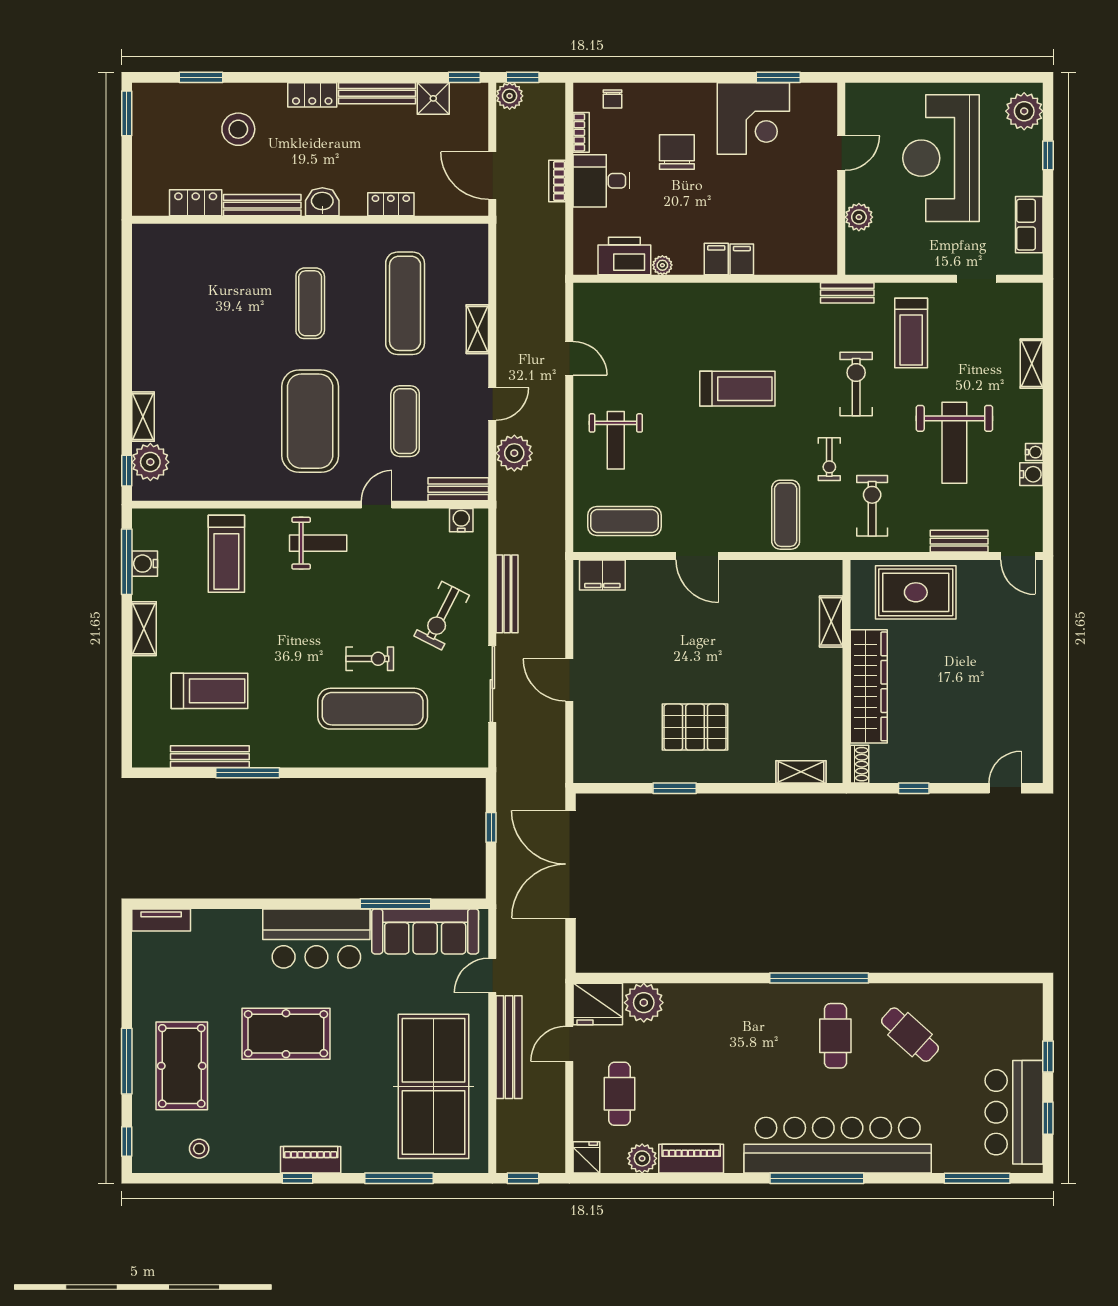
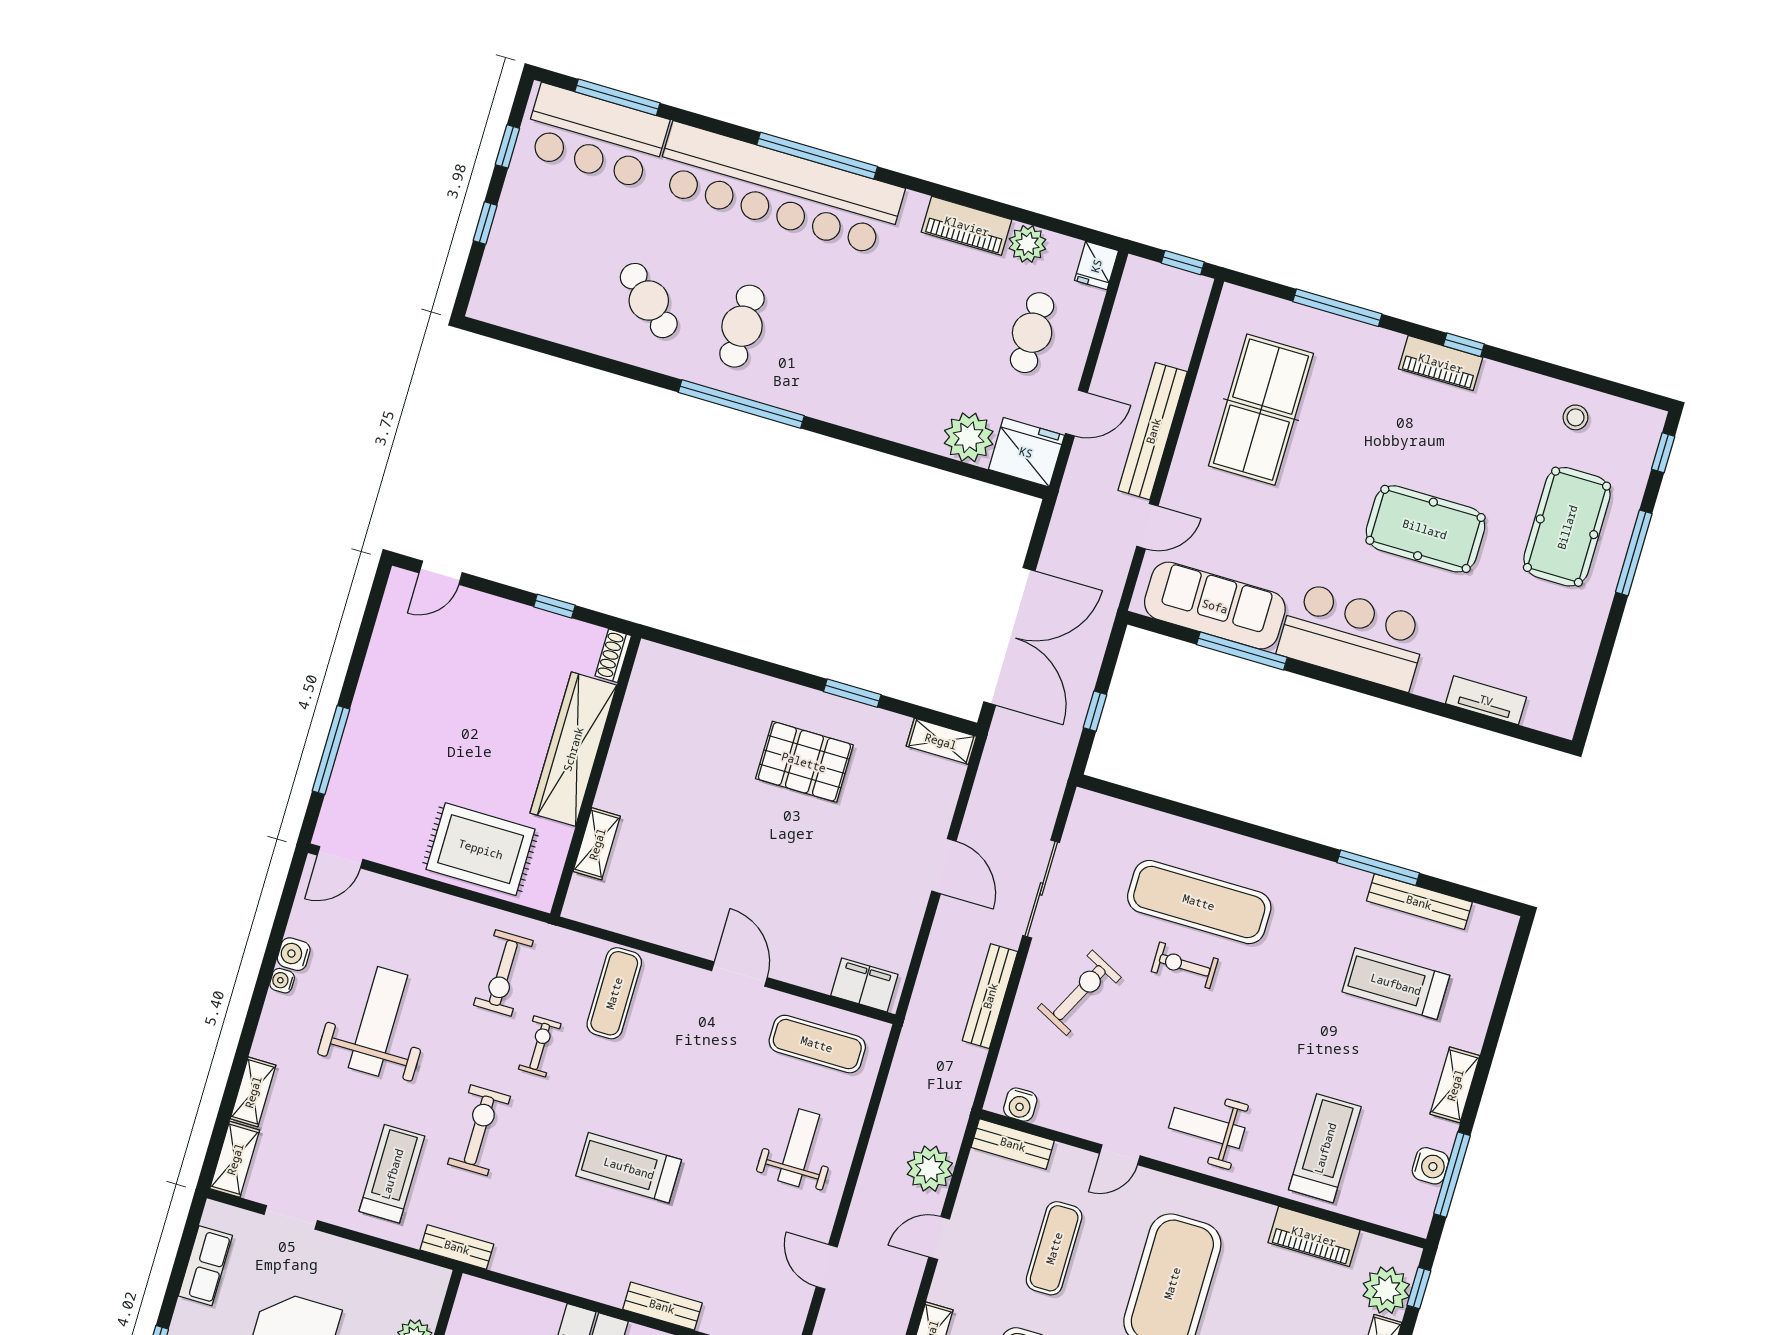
shelving: (1031, 310) -> (235, 1159), added
exercise bike: (856, 384) -> (479, 1130), turned 180
piano: (215, 486) -> (1314, 1236), added
bench: (959, 541) -> (662, 1306), moved
door: (1018, 556) -> (340, 857), swing flipped
window: (1048, 633) -> (331, 750), added
shelving: (801, 772) -> (941, 741), moved
tv unit: (161, 920) -> (1486, 700), moved
table tennis table: (434, 1086) -> (1261, 410), width x0.73, depth x0.76
bar counter: (1014, 1112) -> (595, 137), moved, turned 90

